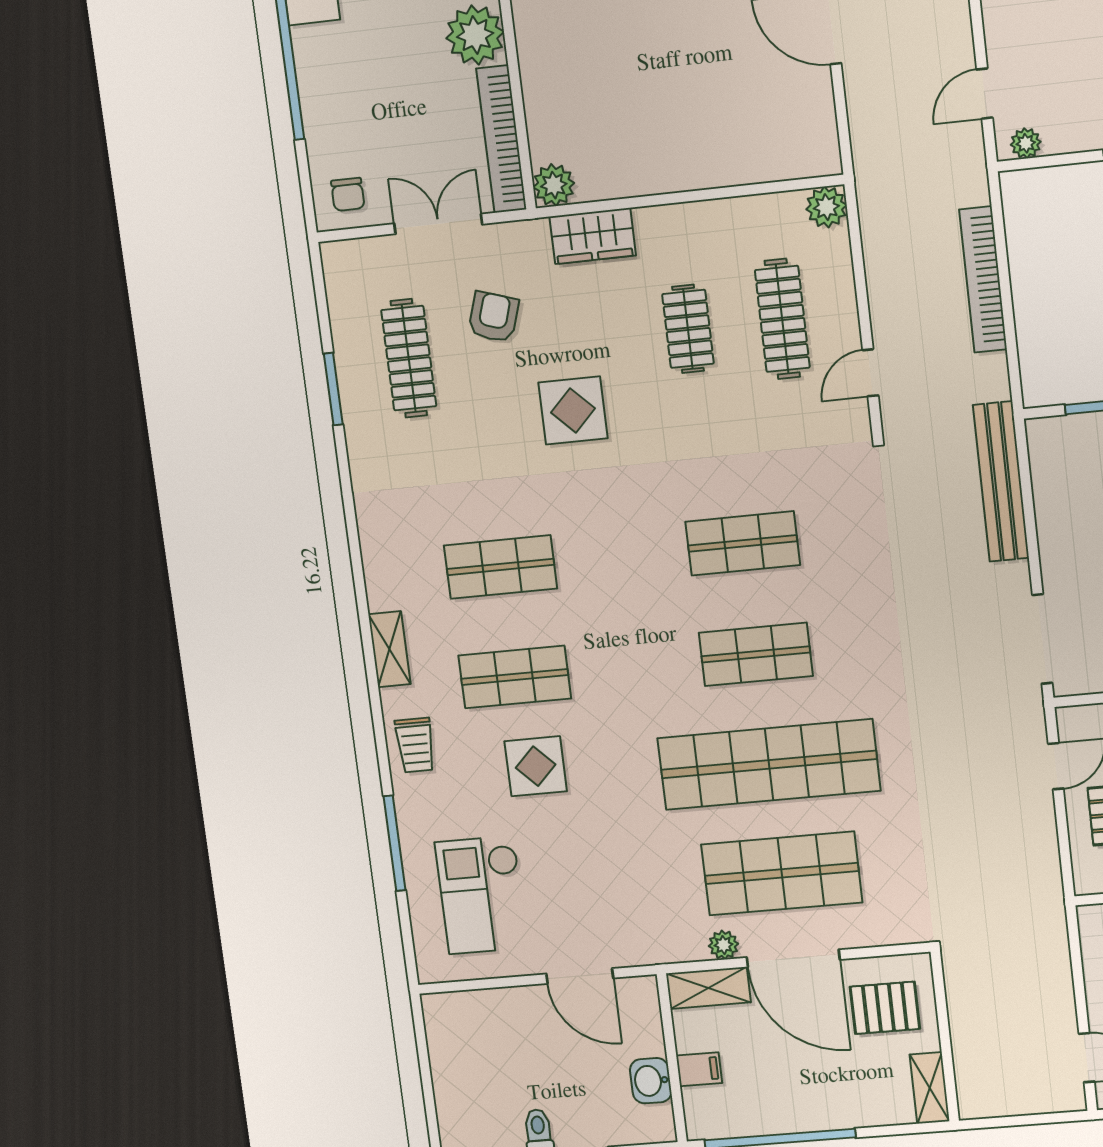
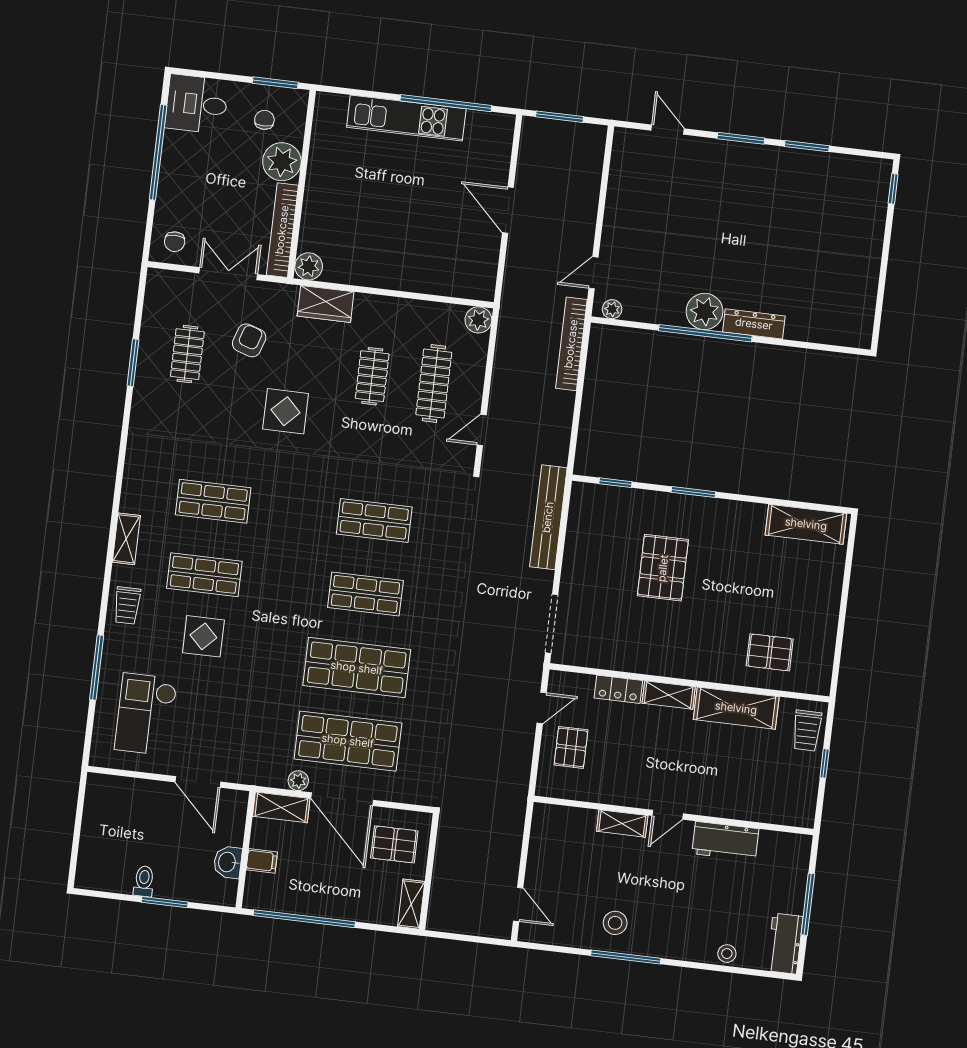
bookcase: (983, 280) -> (571, 344), moved
clothes rail: (409, 358) -> (187, 354), width x0.73
shop shelf: (769, 764) -> (357, 668), width x0.71

